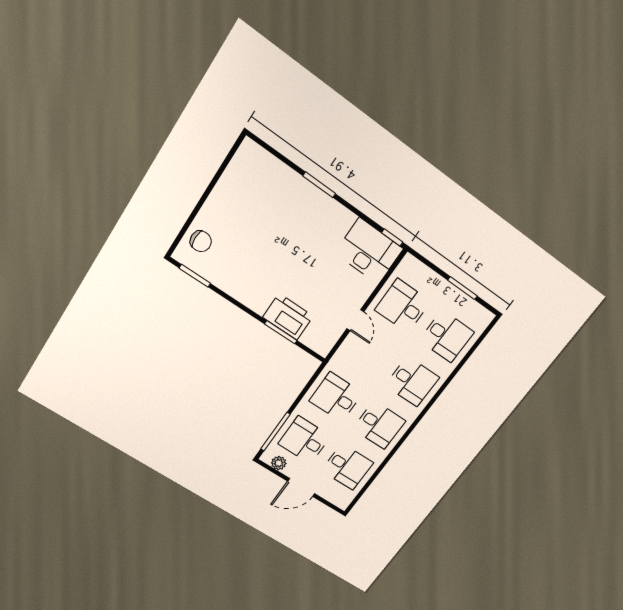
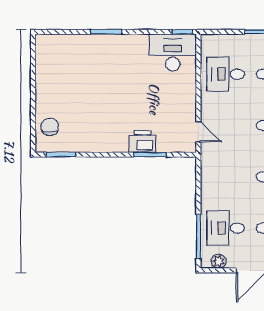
chair: (201, 241) -> (50, 127), turned -90
printer: (288, 317) -> (142, 141), width x0.73, depth x0.84
door: (355, 320) -> (198, 132), moved
desk: (336, 397) -> (226, 177), removed

